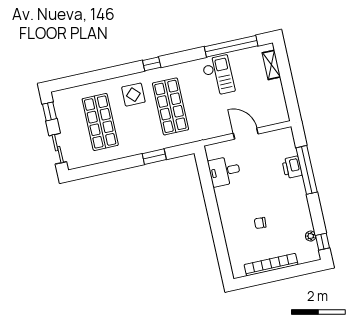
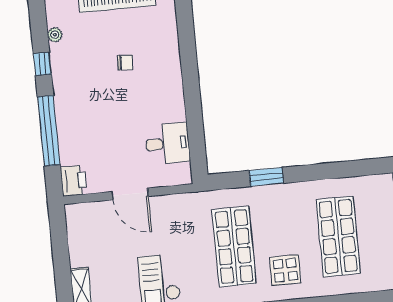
printer: (292, 167) -> (74, 181), moved
window: (323, 242) -> (42, 64), moved

